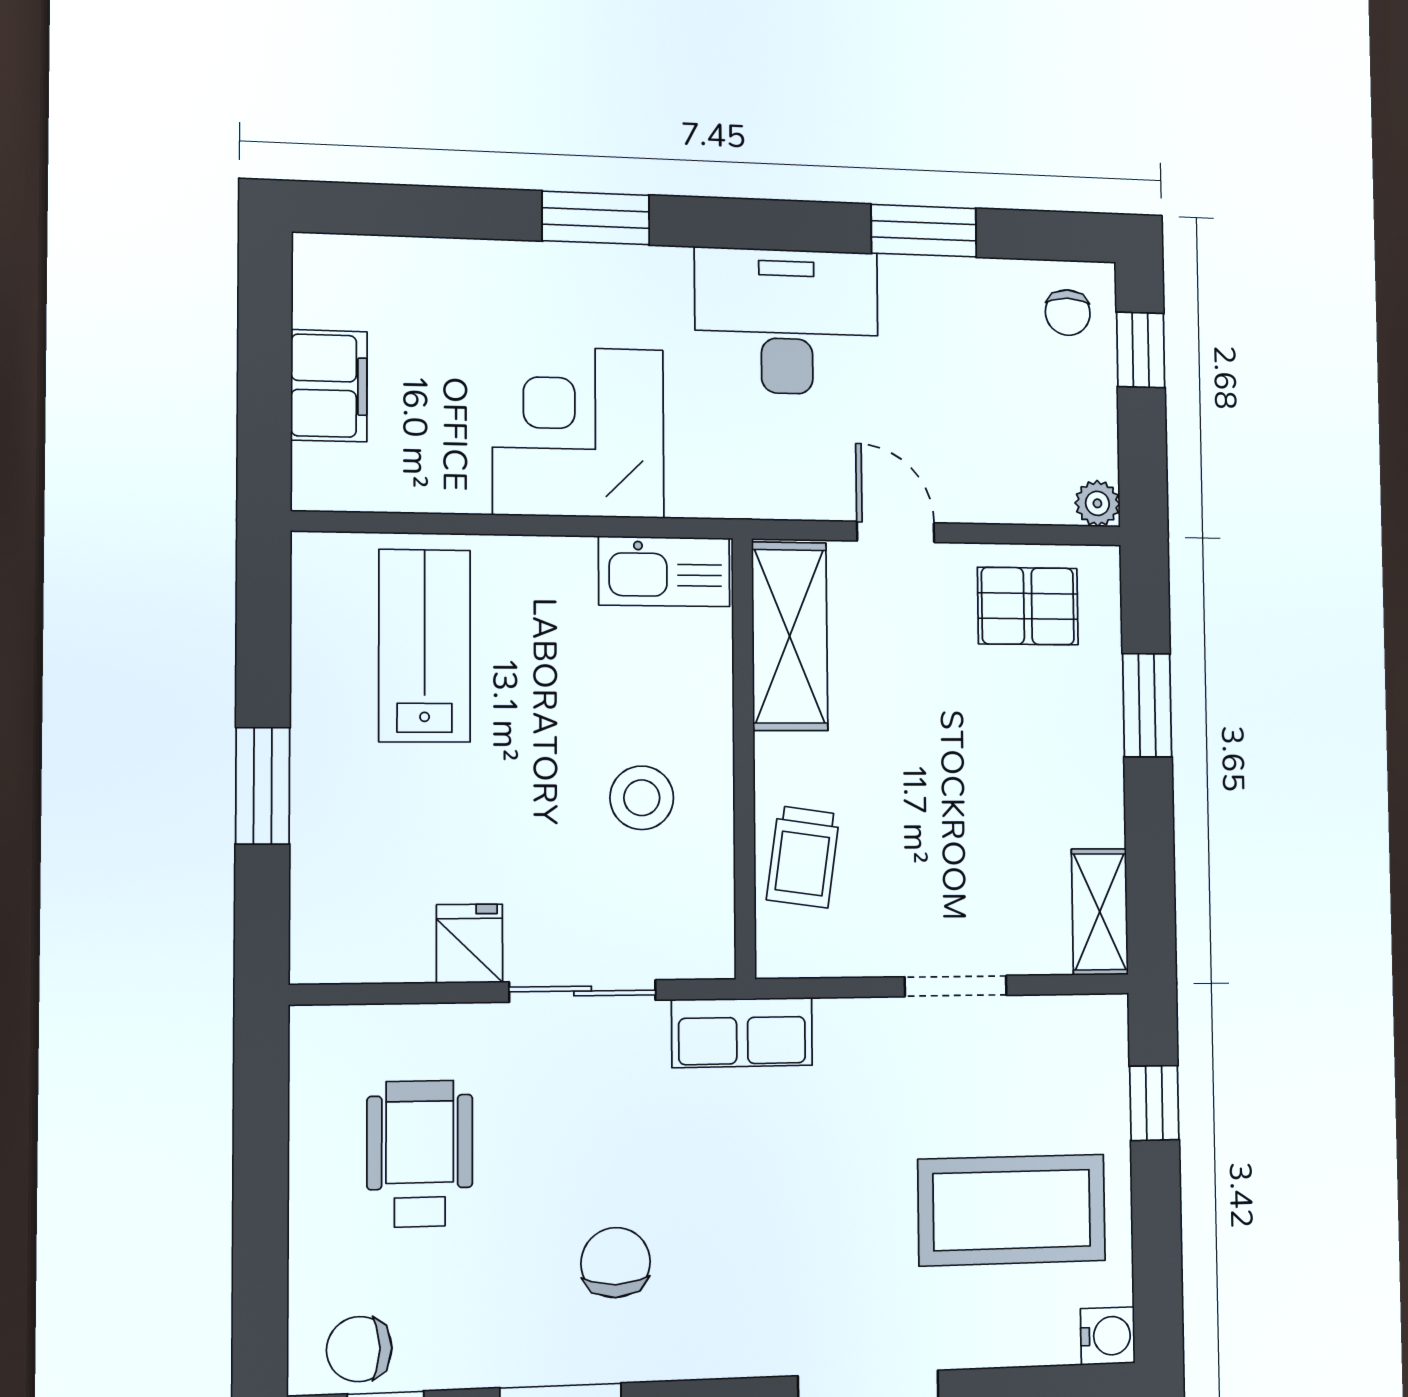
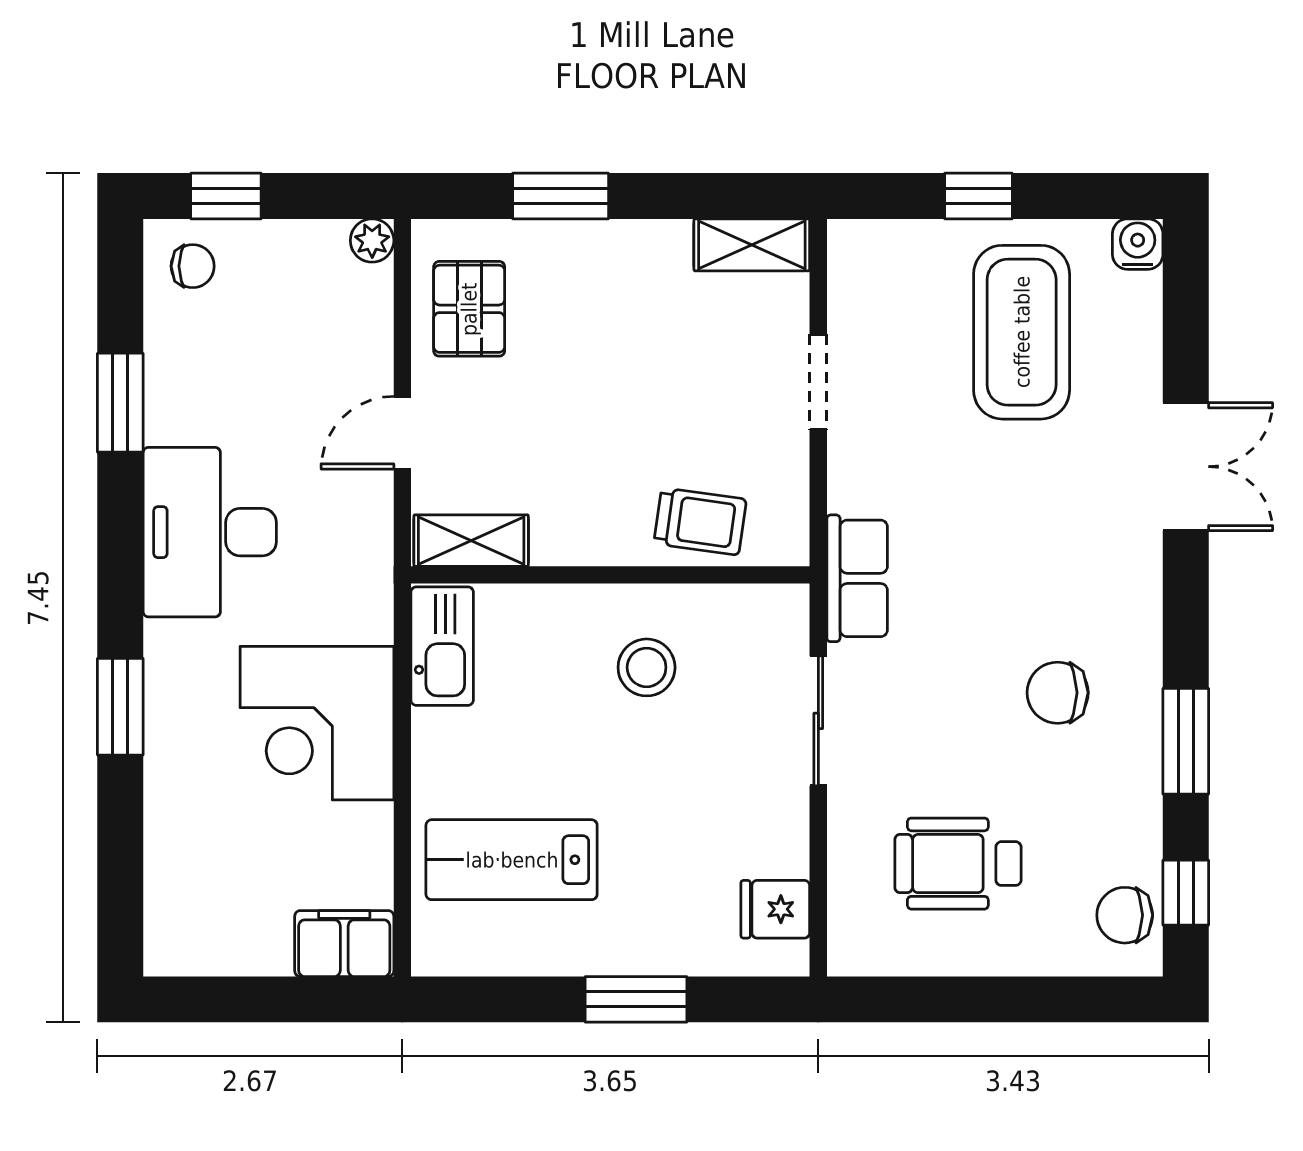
filing cabinet: (329, 386) -> (344, 944), moved
shelving: (790, 636) -> (471, 541), width x0.67, depth x0.75
fridge: (470, 944) -> (775, 909), moved
window: (1154, 1103) -> (978, 196), moved
chair: (359, 1349) -> (1125, 915), turned 90

